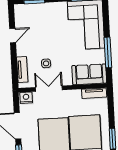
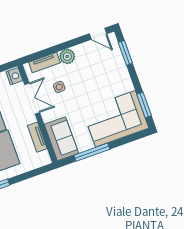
door: (13, 36) -> (98, 34), moved
plant: (23, 49) -> (67, 56), added
tv unit: (94, 93) -> (37, 137), moved

